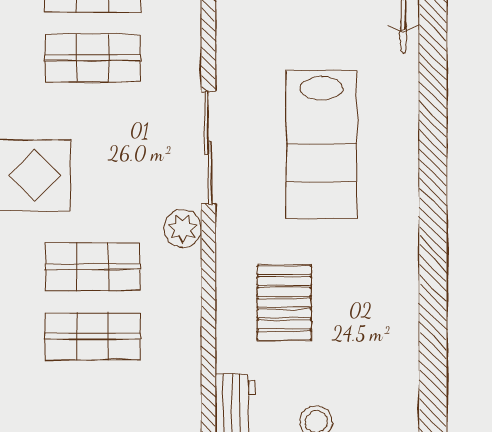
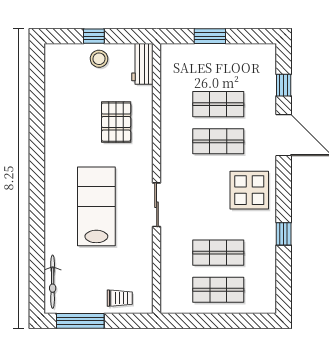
sliding door: (208, 148) -> (157, 205), width x0.73
plant: (183, 228) -> (170, 162), removed

